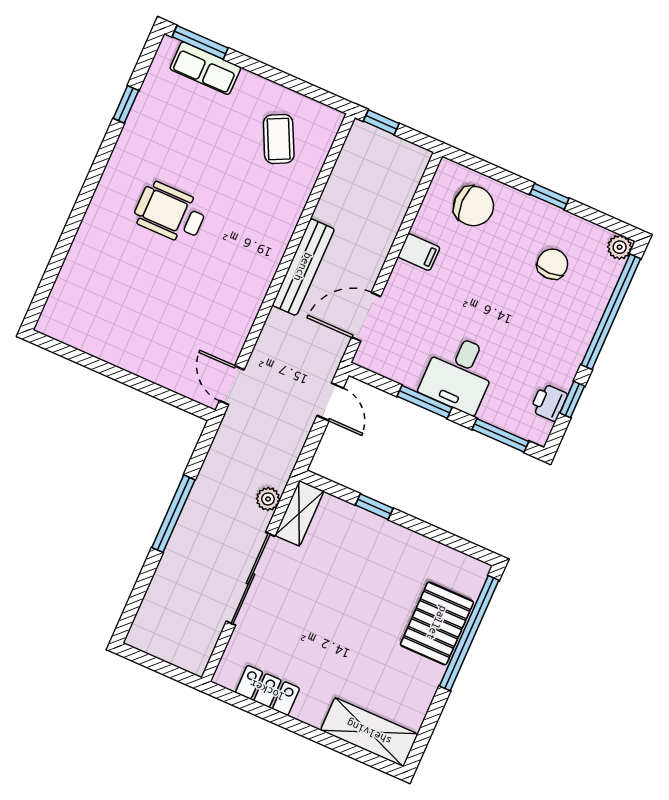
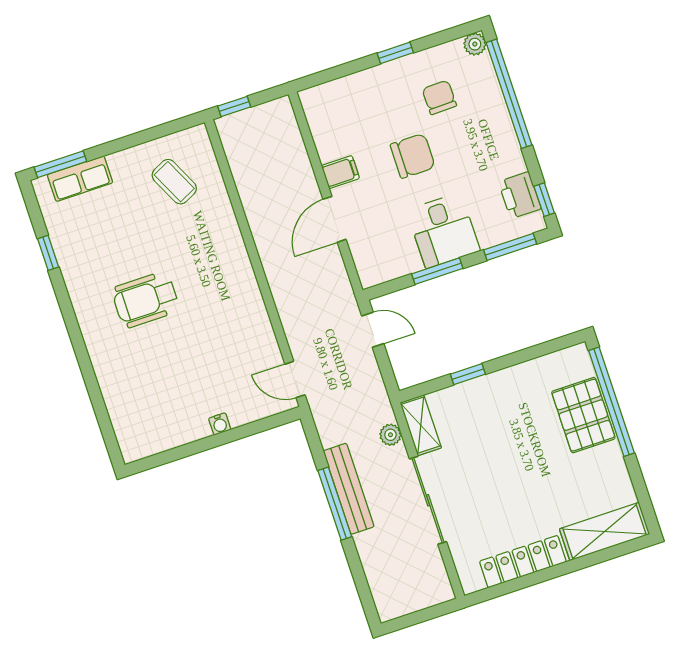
chair: (474, 206) -> (413, 156), moved
bench: (303, 267) -> (349, 489), moved
door: (366, 317) -> (335, 219), moved
water cooler: (139, 366) -> (220, 424), added
window: (572, 400) -> (544, 200), moved
printer: (549, 402) -> (520, 195), width x1.36, depth x1.24
locker: (267, 690) -> (523, 562), width x1.53

